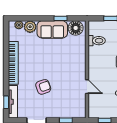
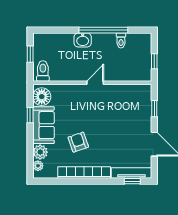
toilet: (97, 41) -> (43, 71), moved
armchair: (43, 87) -> (78, 142), moved
door: (87, 87) -> (95, 83), moved

